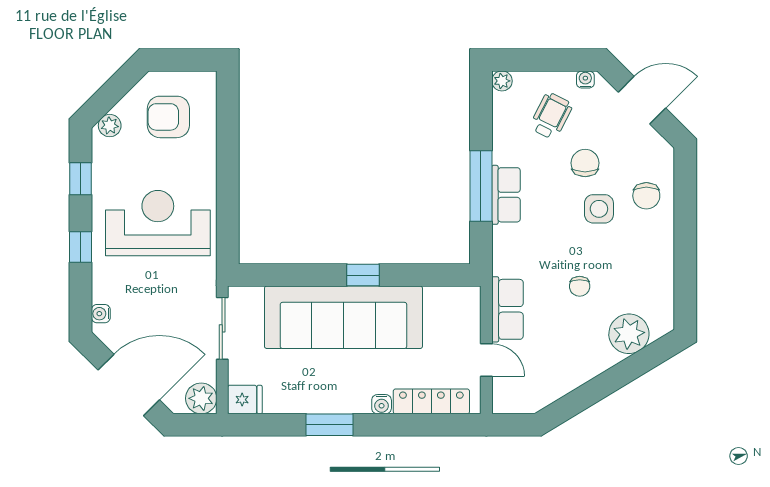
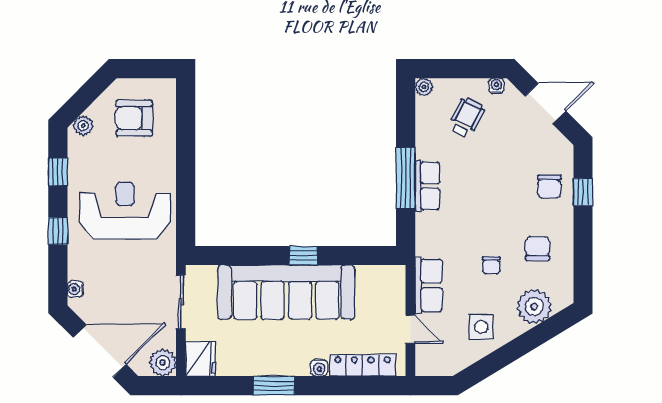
chair: (585, 163) -> (538, 249), moved
window: (685, 202) -> (583, 192), added
side table: (599, 209) -> (481, 327), moved
fridge: (245, 400) -> (201, 359), width x1.38

